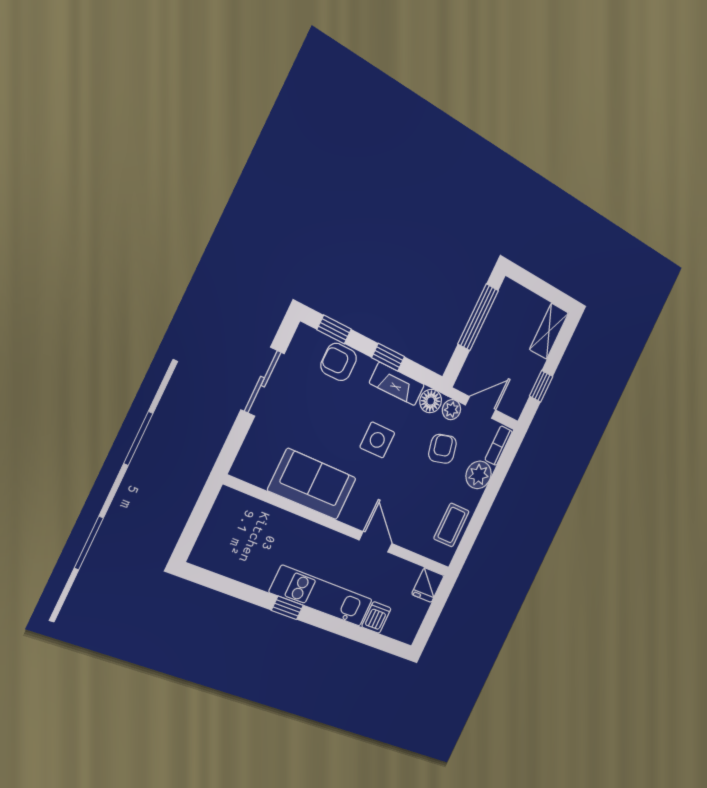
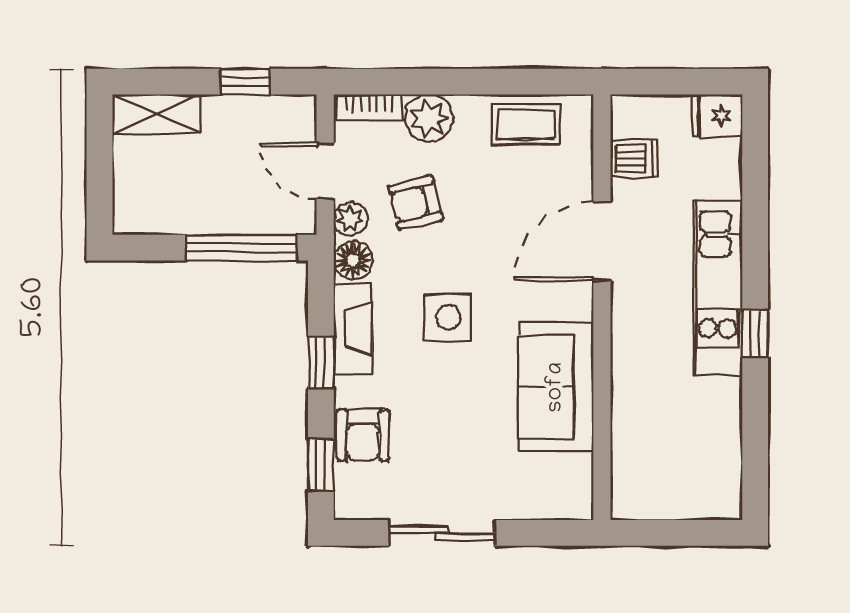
window: (478, 317) -> (241, 248), moved
door: (376, 542) -> (602, 241), width x1.38
fridge: (428, 585) -> (717, 116), moved, turned 180
dishwasher: (376, 617) -> (634, 159), moved, turned 180

